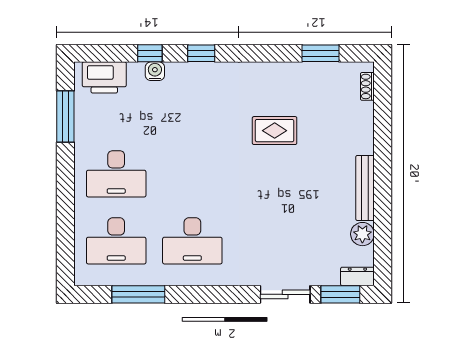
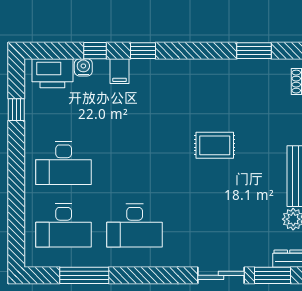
water cooler: (155, 71) -> (83, 67), moved
filing cabinet: (176, 75) -> (120, 71), added
window: (65, 117) -> (16, 110), width x0.46
rug: (275, 131) -> (215, 145), moved

